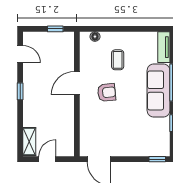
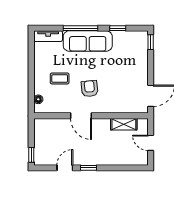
window: (55, 29) -> (31, 155), moved
door: (20, 54) -> (65, 168), moved
shelving: (29, 142) -> (124, 124), moved

